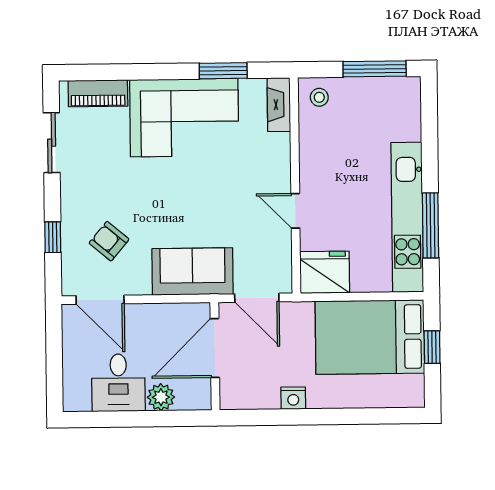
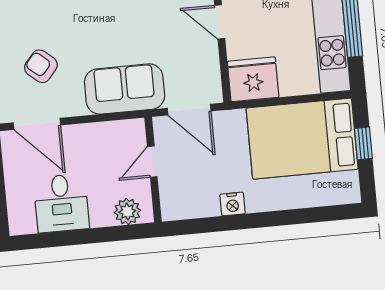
door: (215, 348) -> (152, 162), width x0.53
plant: (161, 397) -> (127, 211), moved

